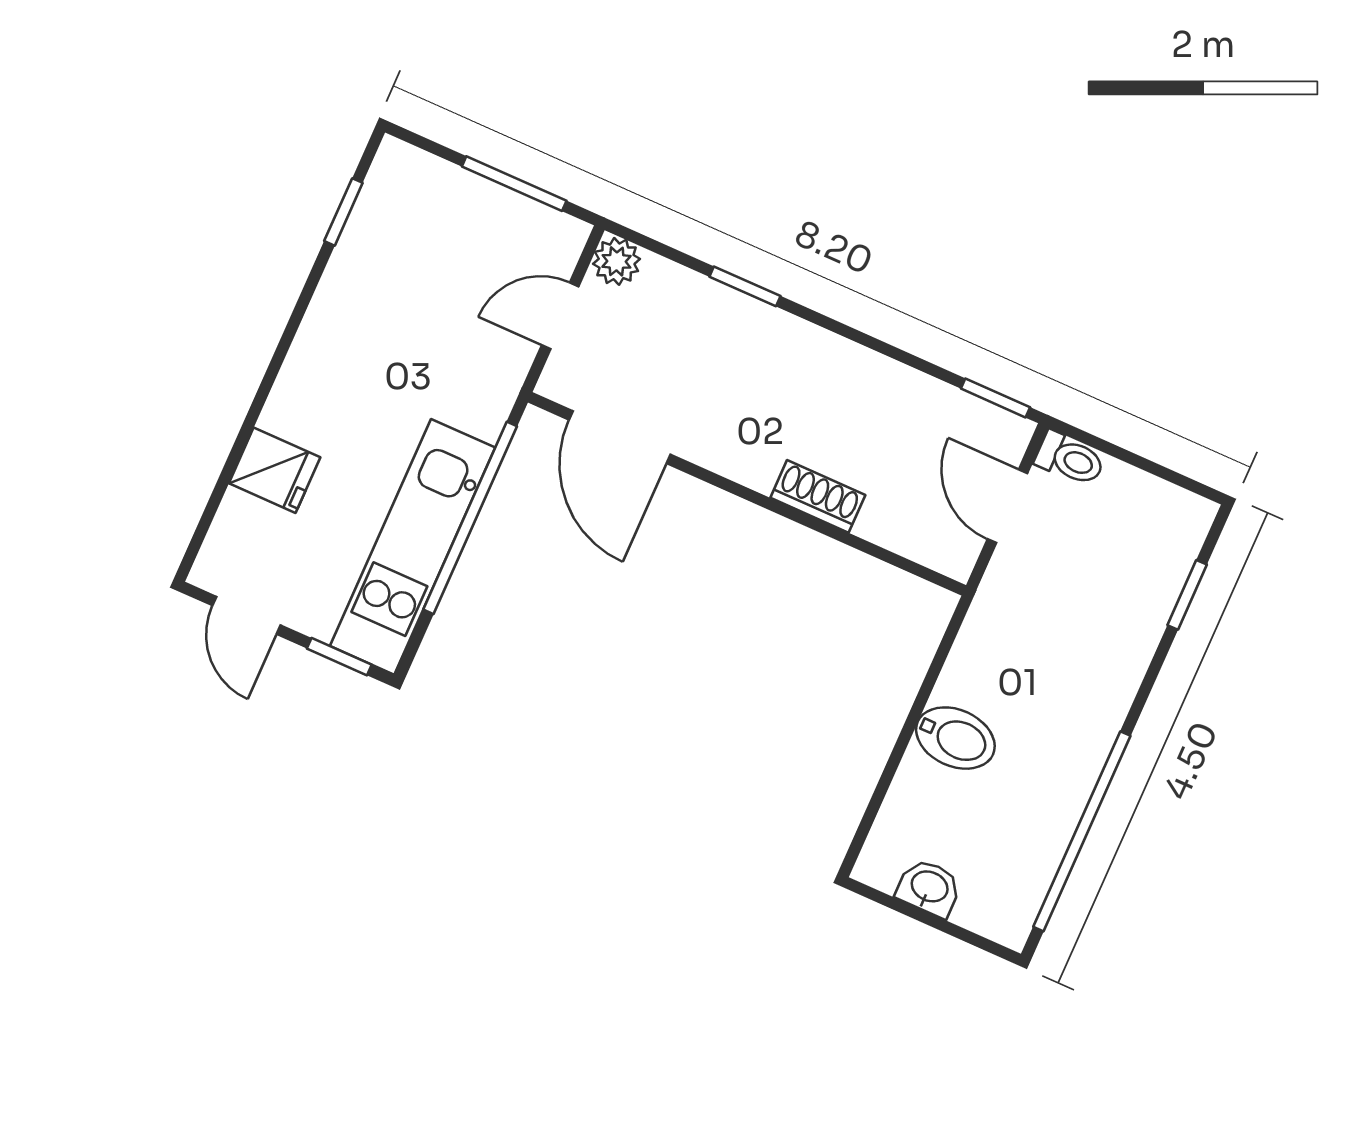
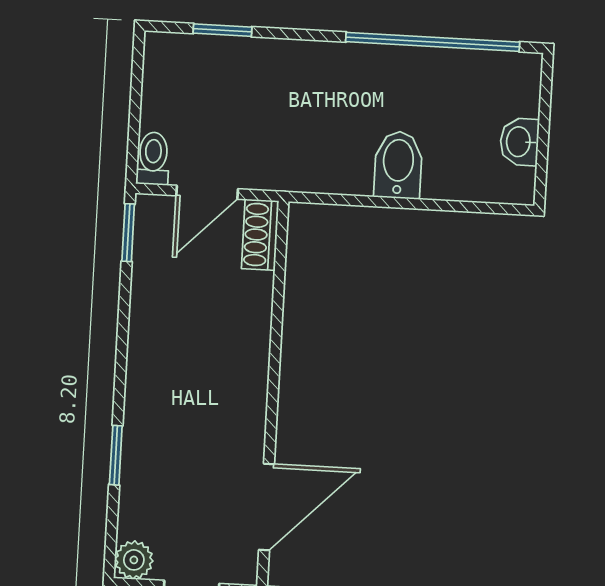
shoe rack: (818, 496) -> (260, 235), moved

